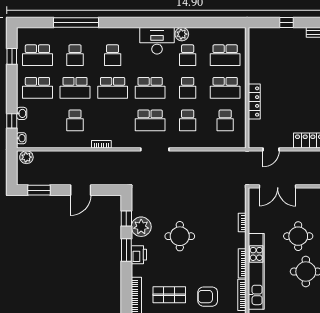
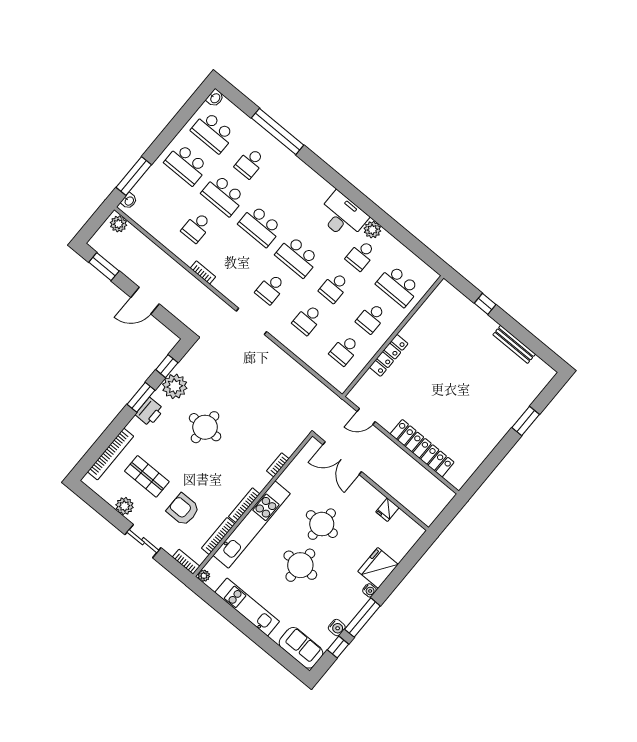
school desk: (113, 55) -> (287, 194), removed
window: (12, 56) -> (187, 112), removed
school desk: (225, 88) -> (371, 318), width x0.54
washbasin: (22, 113) -> (215, 98), moved
school desk: (150, 120) -> (271, 289), width x0.54
window: (12, 121) -> (134, 176), width x2.17

